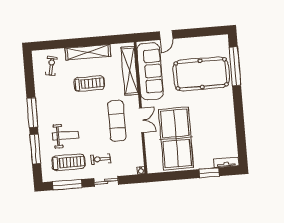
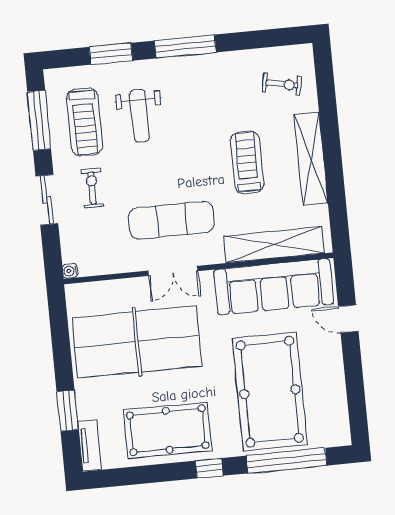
treadmill: (89, 83) -> (247, 162), turned 180
window: (238, 104) -> (209, 468), added
pool table: (219, 124) -> (168, 430), added
window: (35, 149) -> (111, 54), width x0.69

